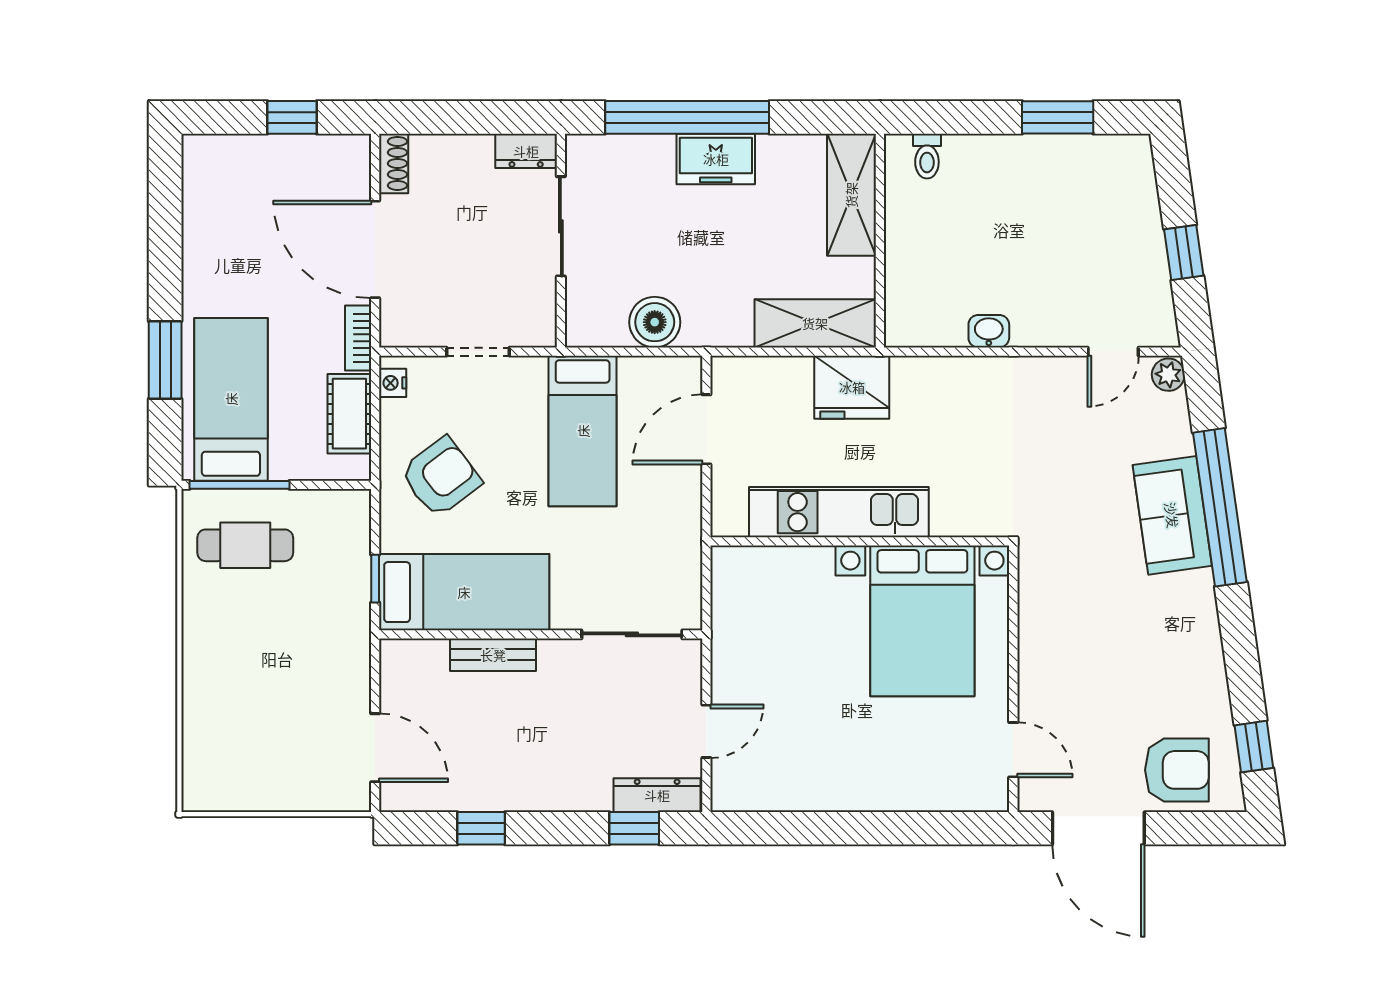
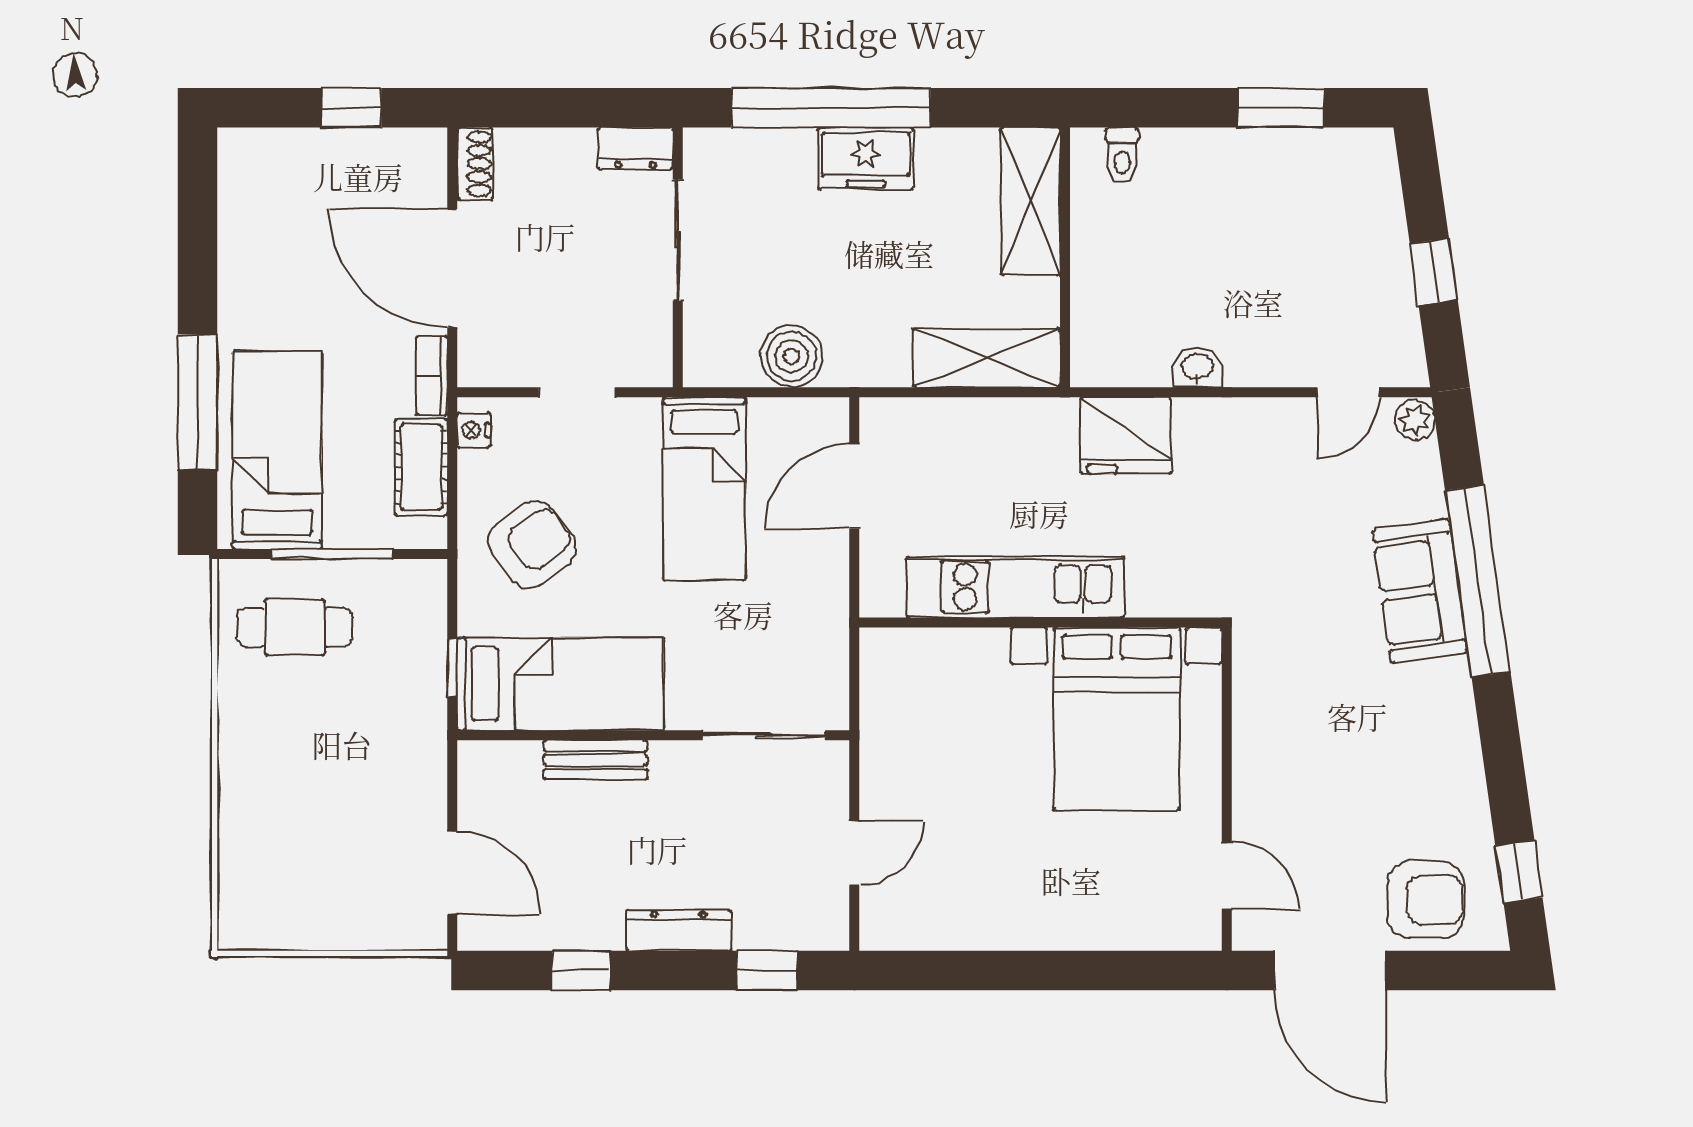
window: (165, 360) -> (197, 402), width x1.44
fridge: (852, 387) -> (1126, 435), moved
window: (239, 485) -> (332, 554), moved
dresser: (657, 795) -> (679, 930), moved

